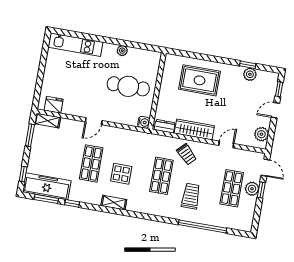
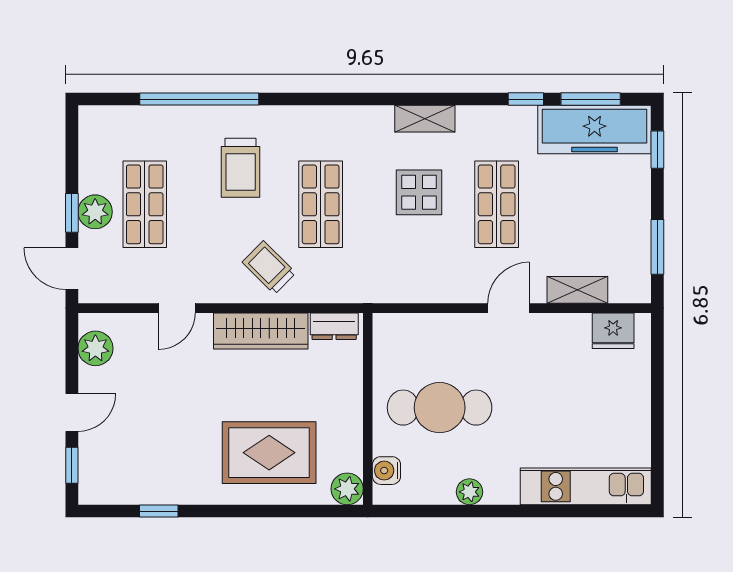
plant: (250, 74) -> (347, 489), moved
shelving: (48, 121) -> (577, 290), moved
water cooler: (144, 122) -> (386, 471), moved

